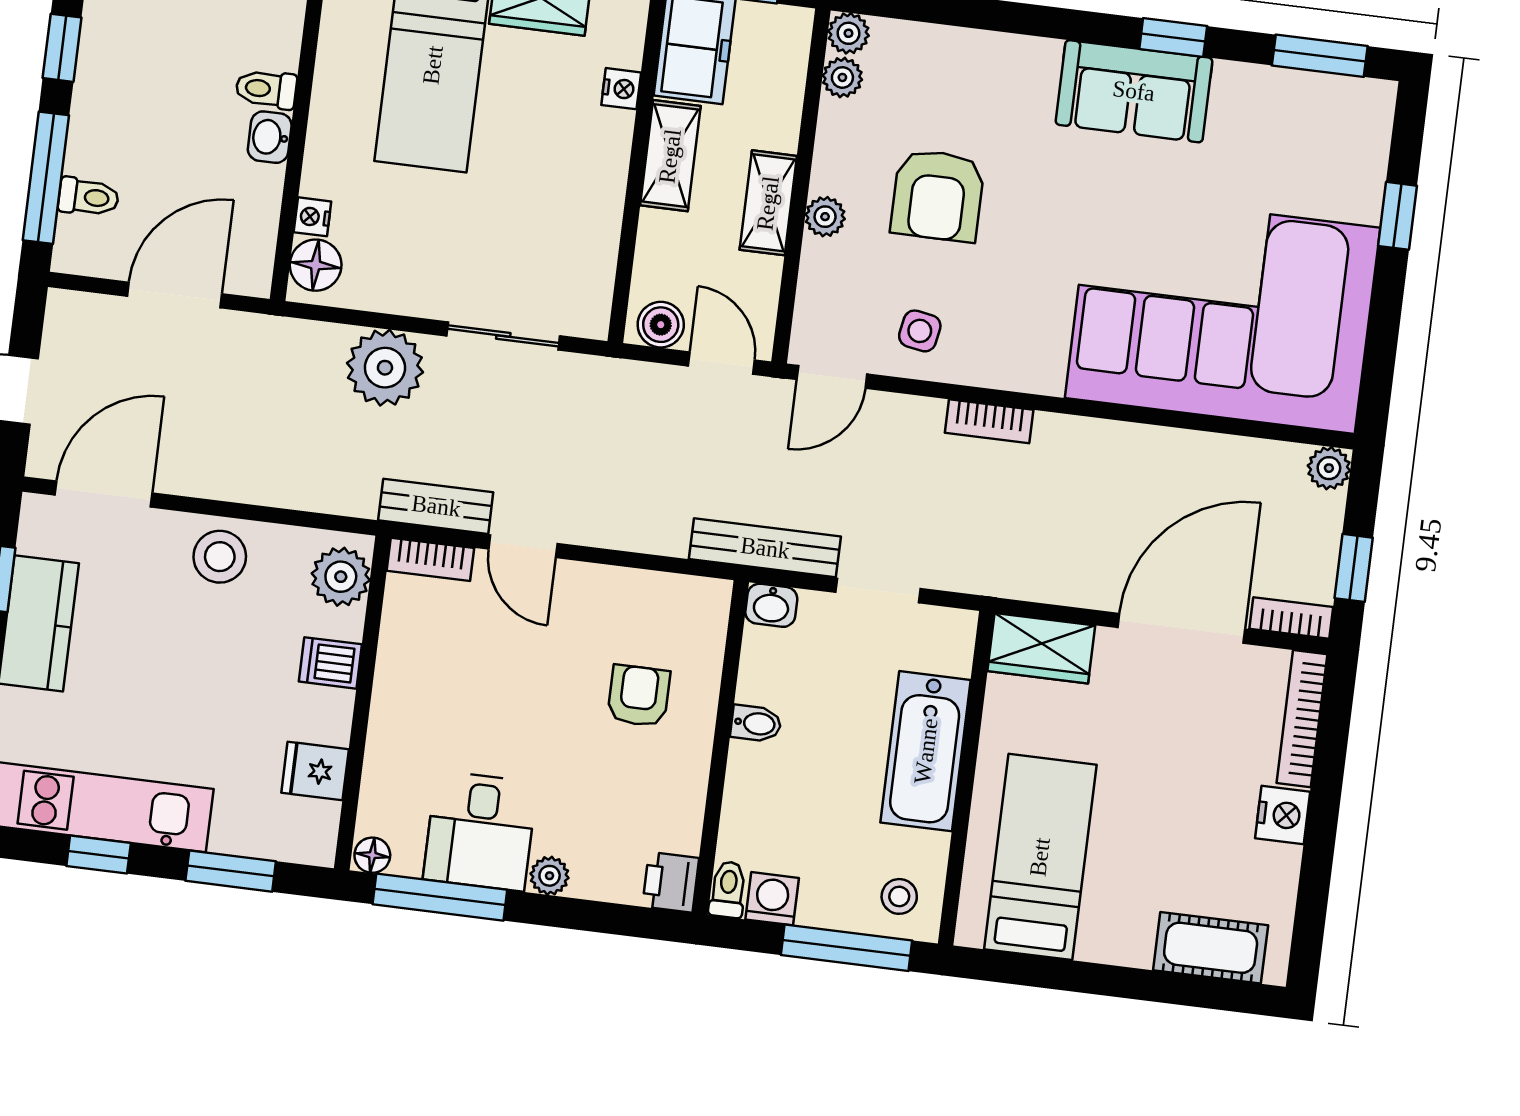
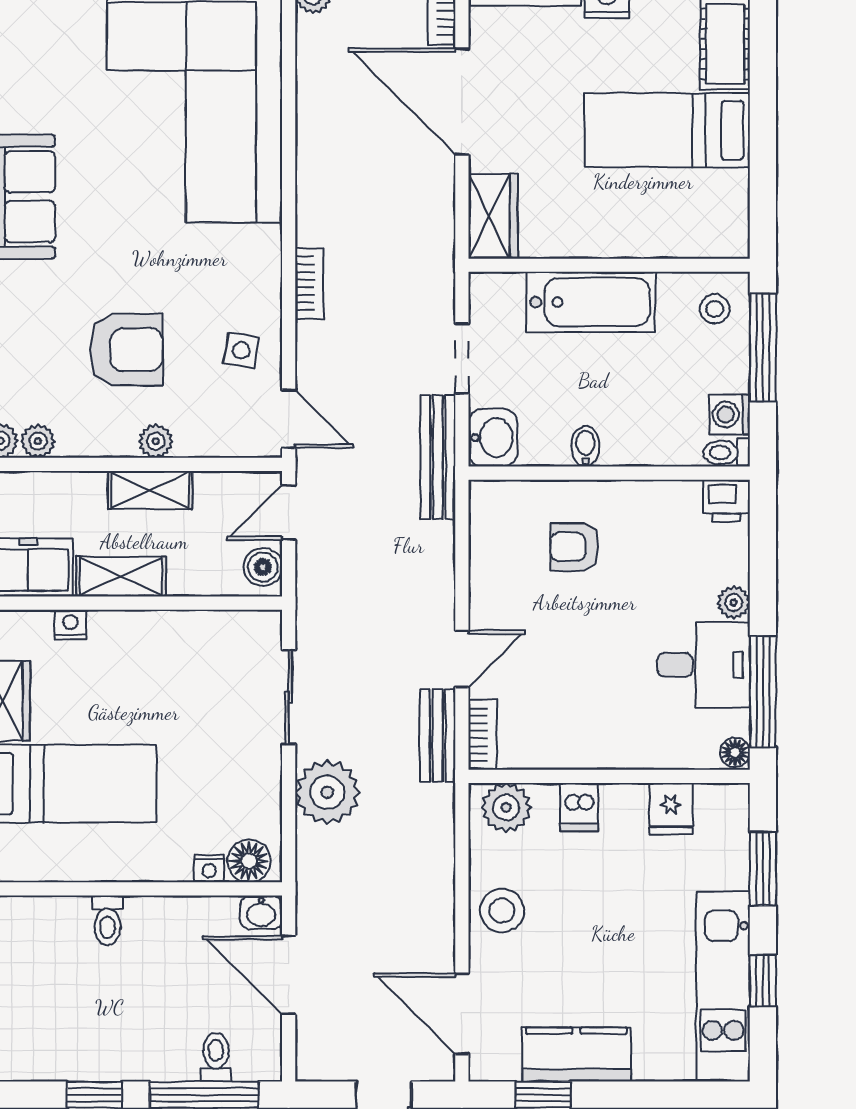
washbasin: (270, 137) -> (261, 912), moved
washbasin: (771, 605) -> (493, 438), width x1.38, depth x1.45
bed: (1040, 857) -> (667, 130), moved

